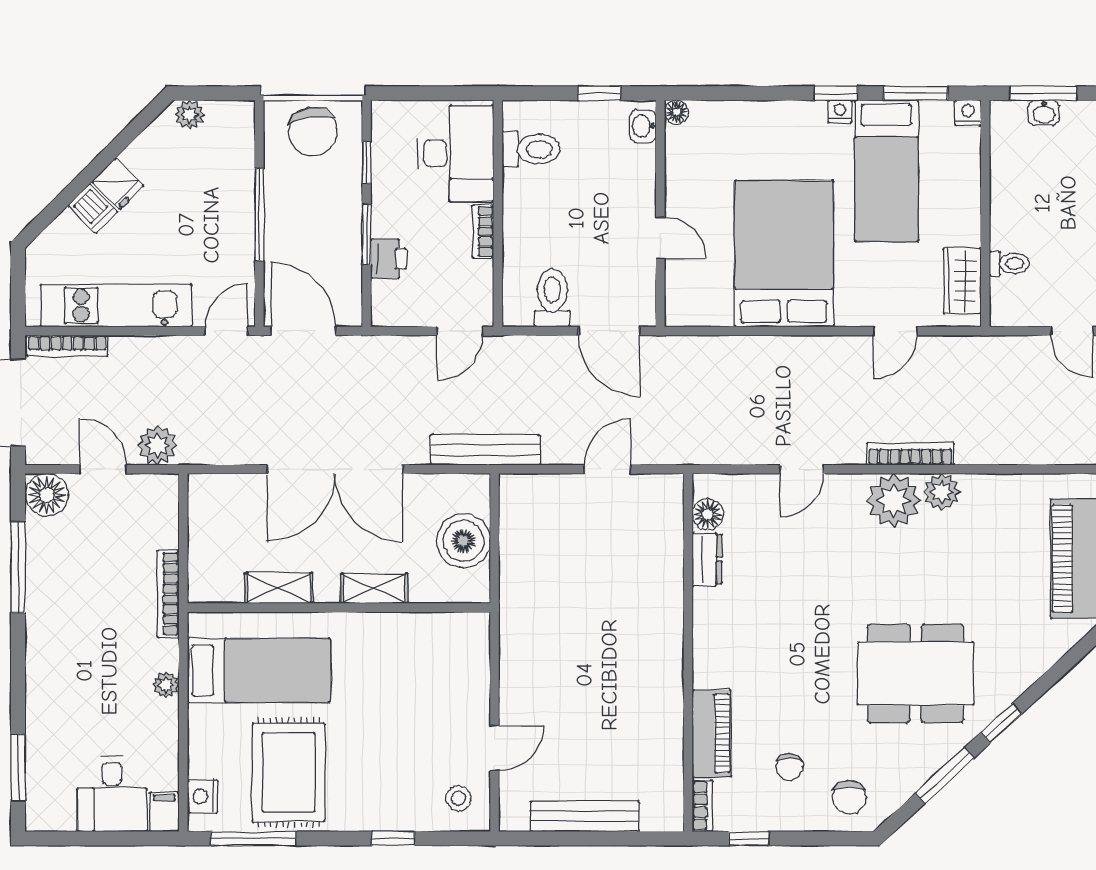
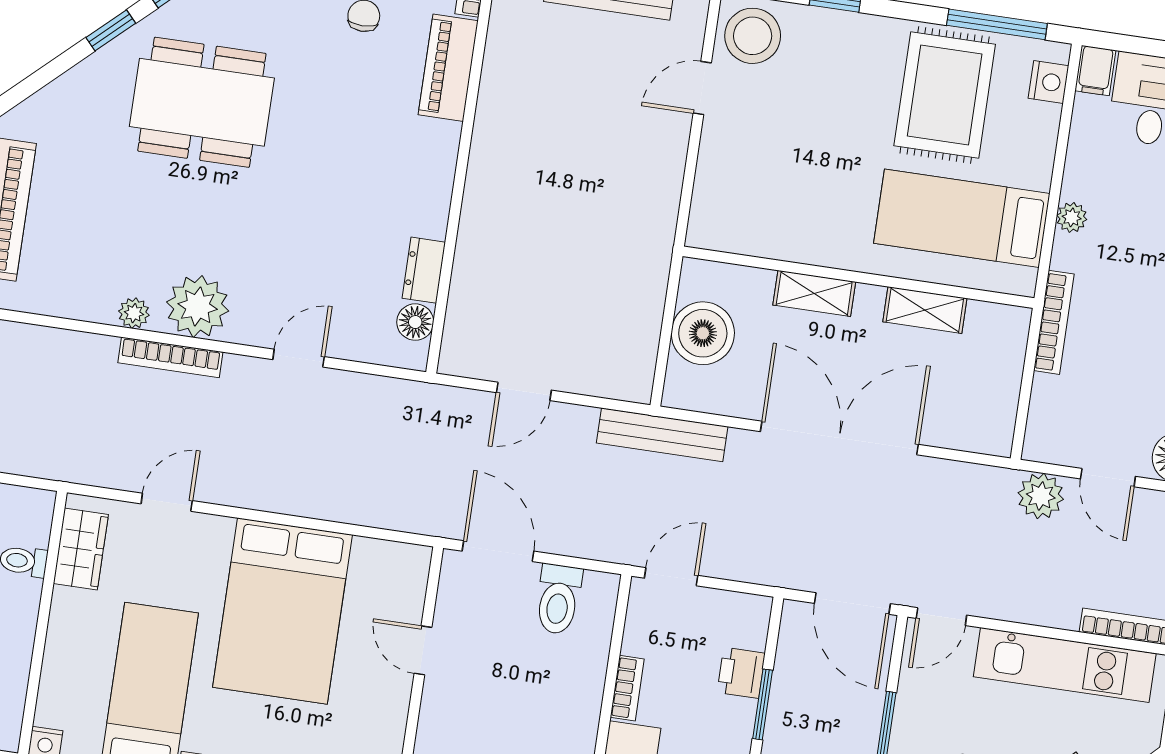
plant: (942, 492) -> (134, 313), width x0.73, depth x0.73
stool: (458, 798) -> (753, 36), width x1.89, depth x1.89

